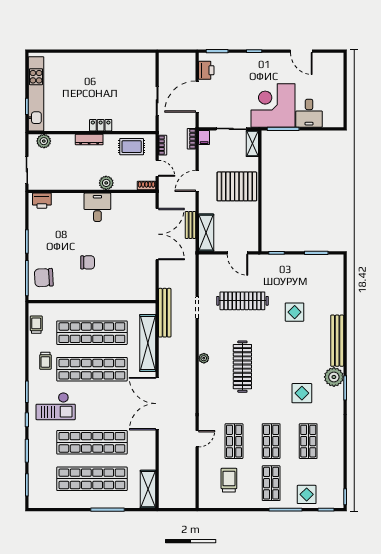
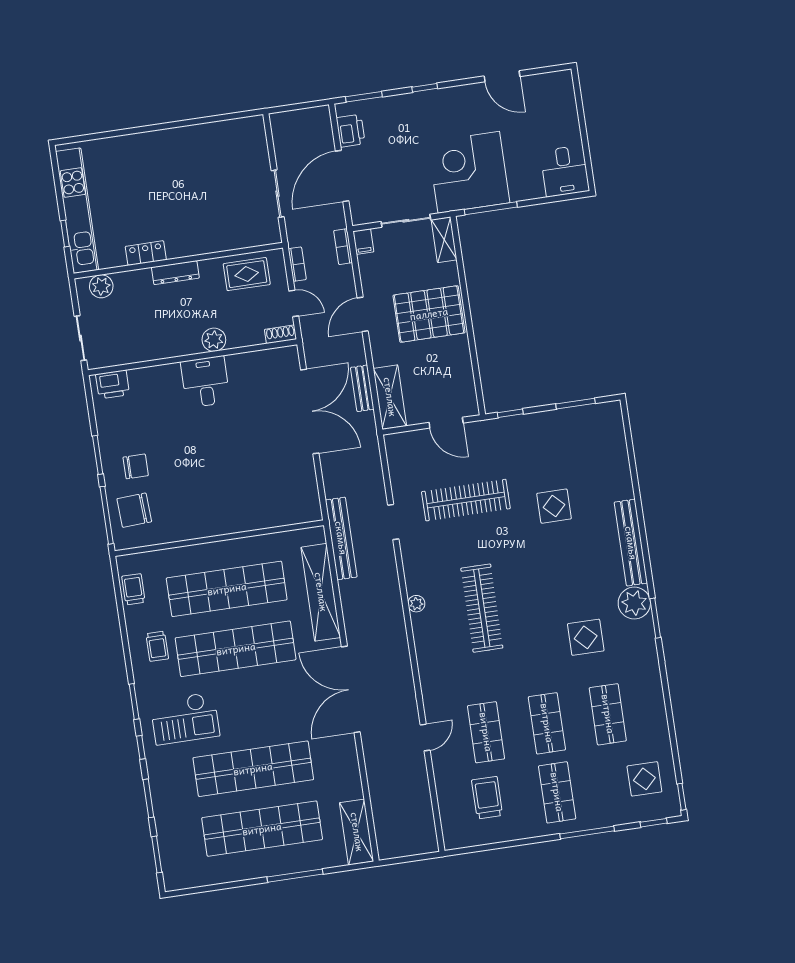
desk: (309, 113) -> (565, 171), moved
locker: (101, 125) -> (146, 253), moved
chair: (88, 262) -> (136, 466), moved
display table: (307, 494) -> (644, 779), moved

